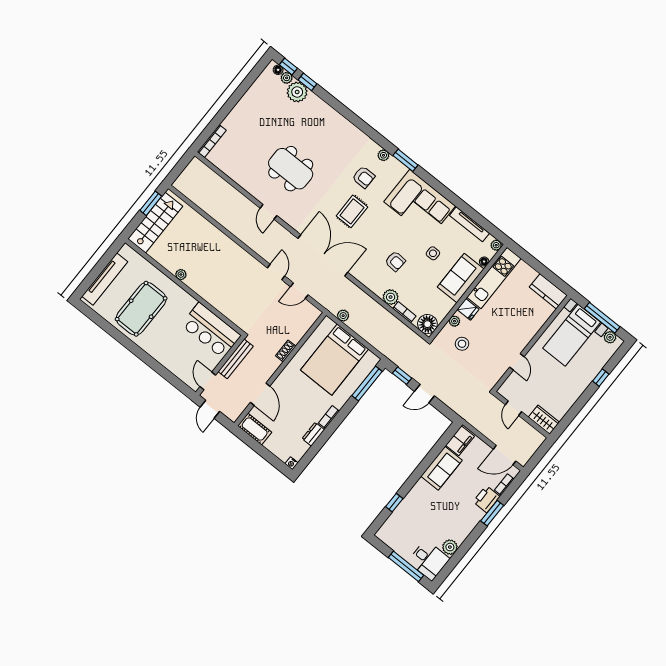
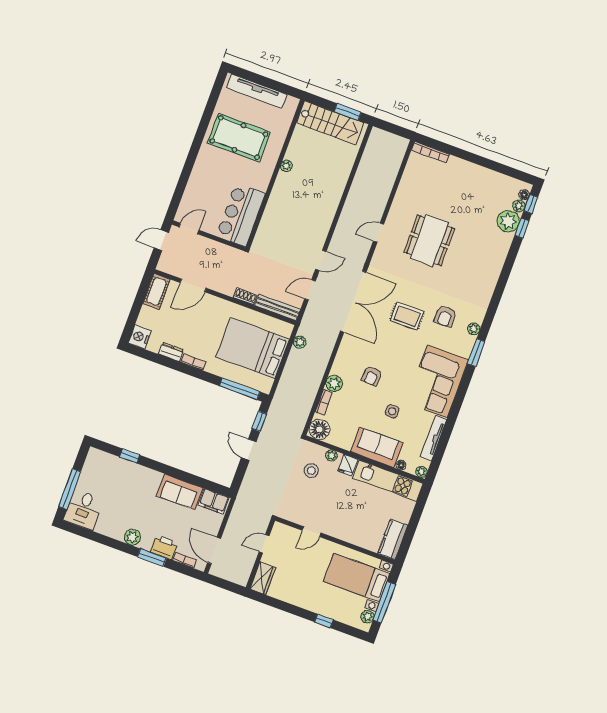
door: (299, 291) -> (310, 290), hinge flipped
bench: (236, 359) -> (278, 307), moved
nightstand: (291, 463) -> (140, 337), width x1.89, depth x1.79
plant: (450, 547) -> (132, 537), moved

